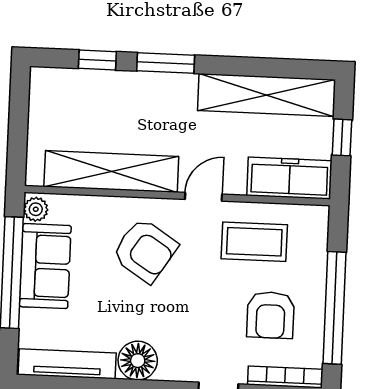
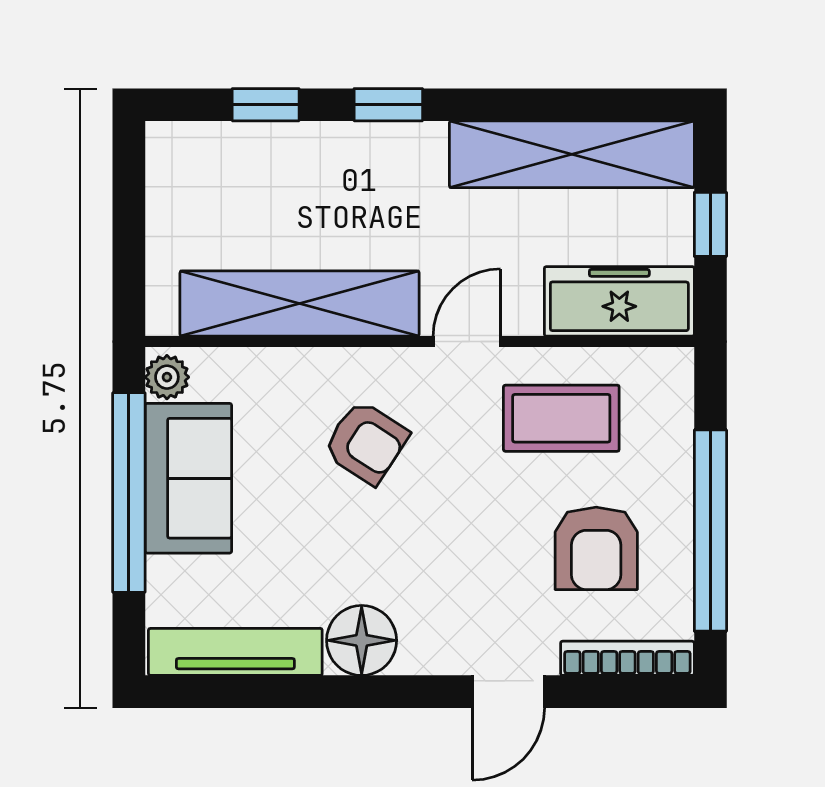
window: (166, 63) -> (388, 105), width x0.67
armchair: (145, 250) -> (366, 442), width x0.72, depth x0.72

